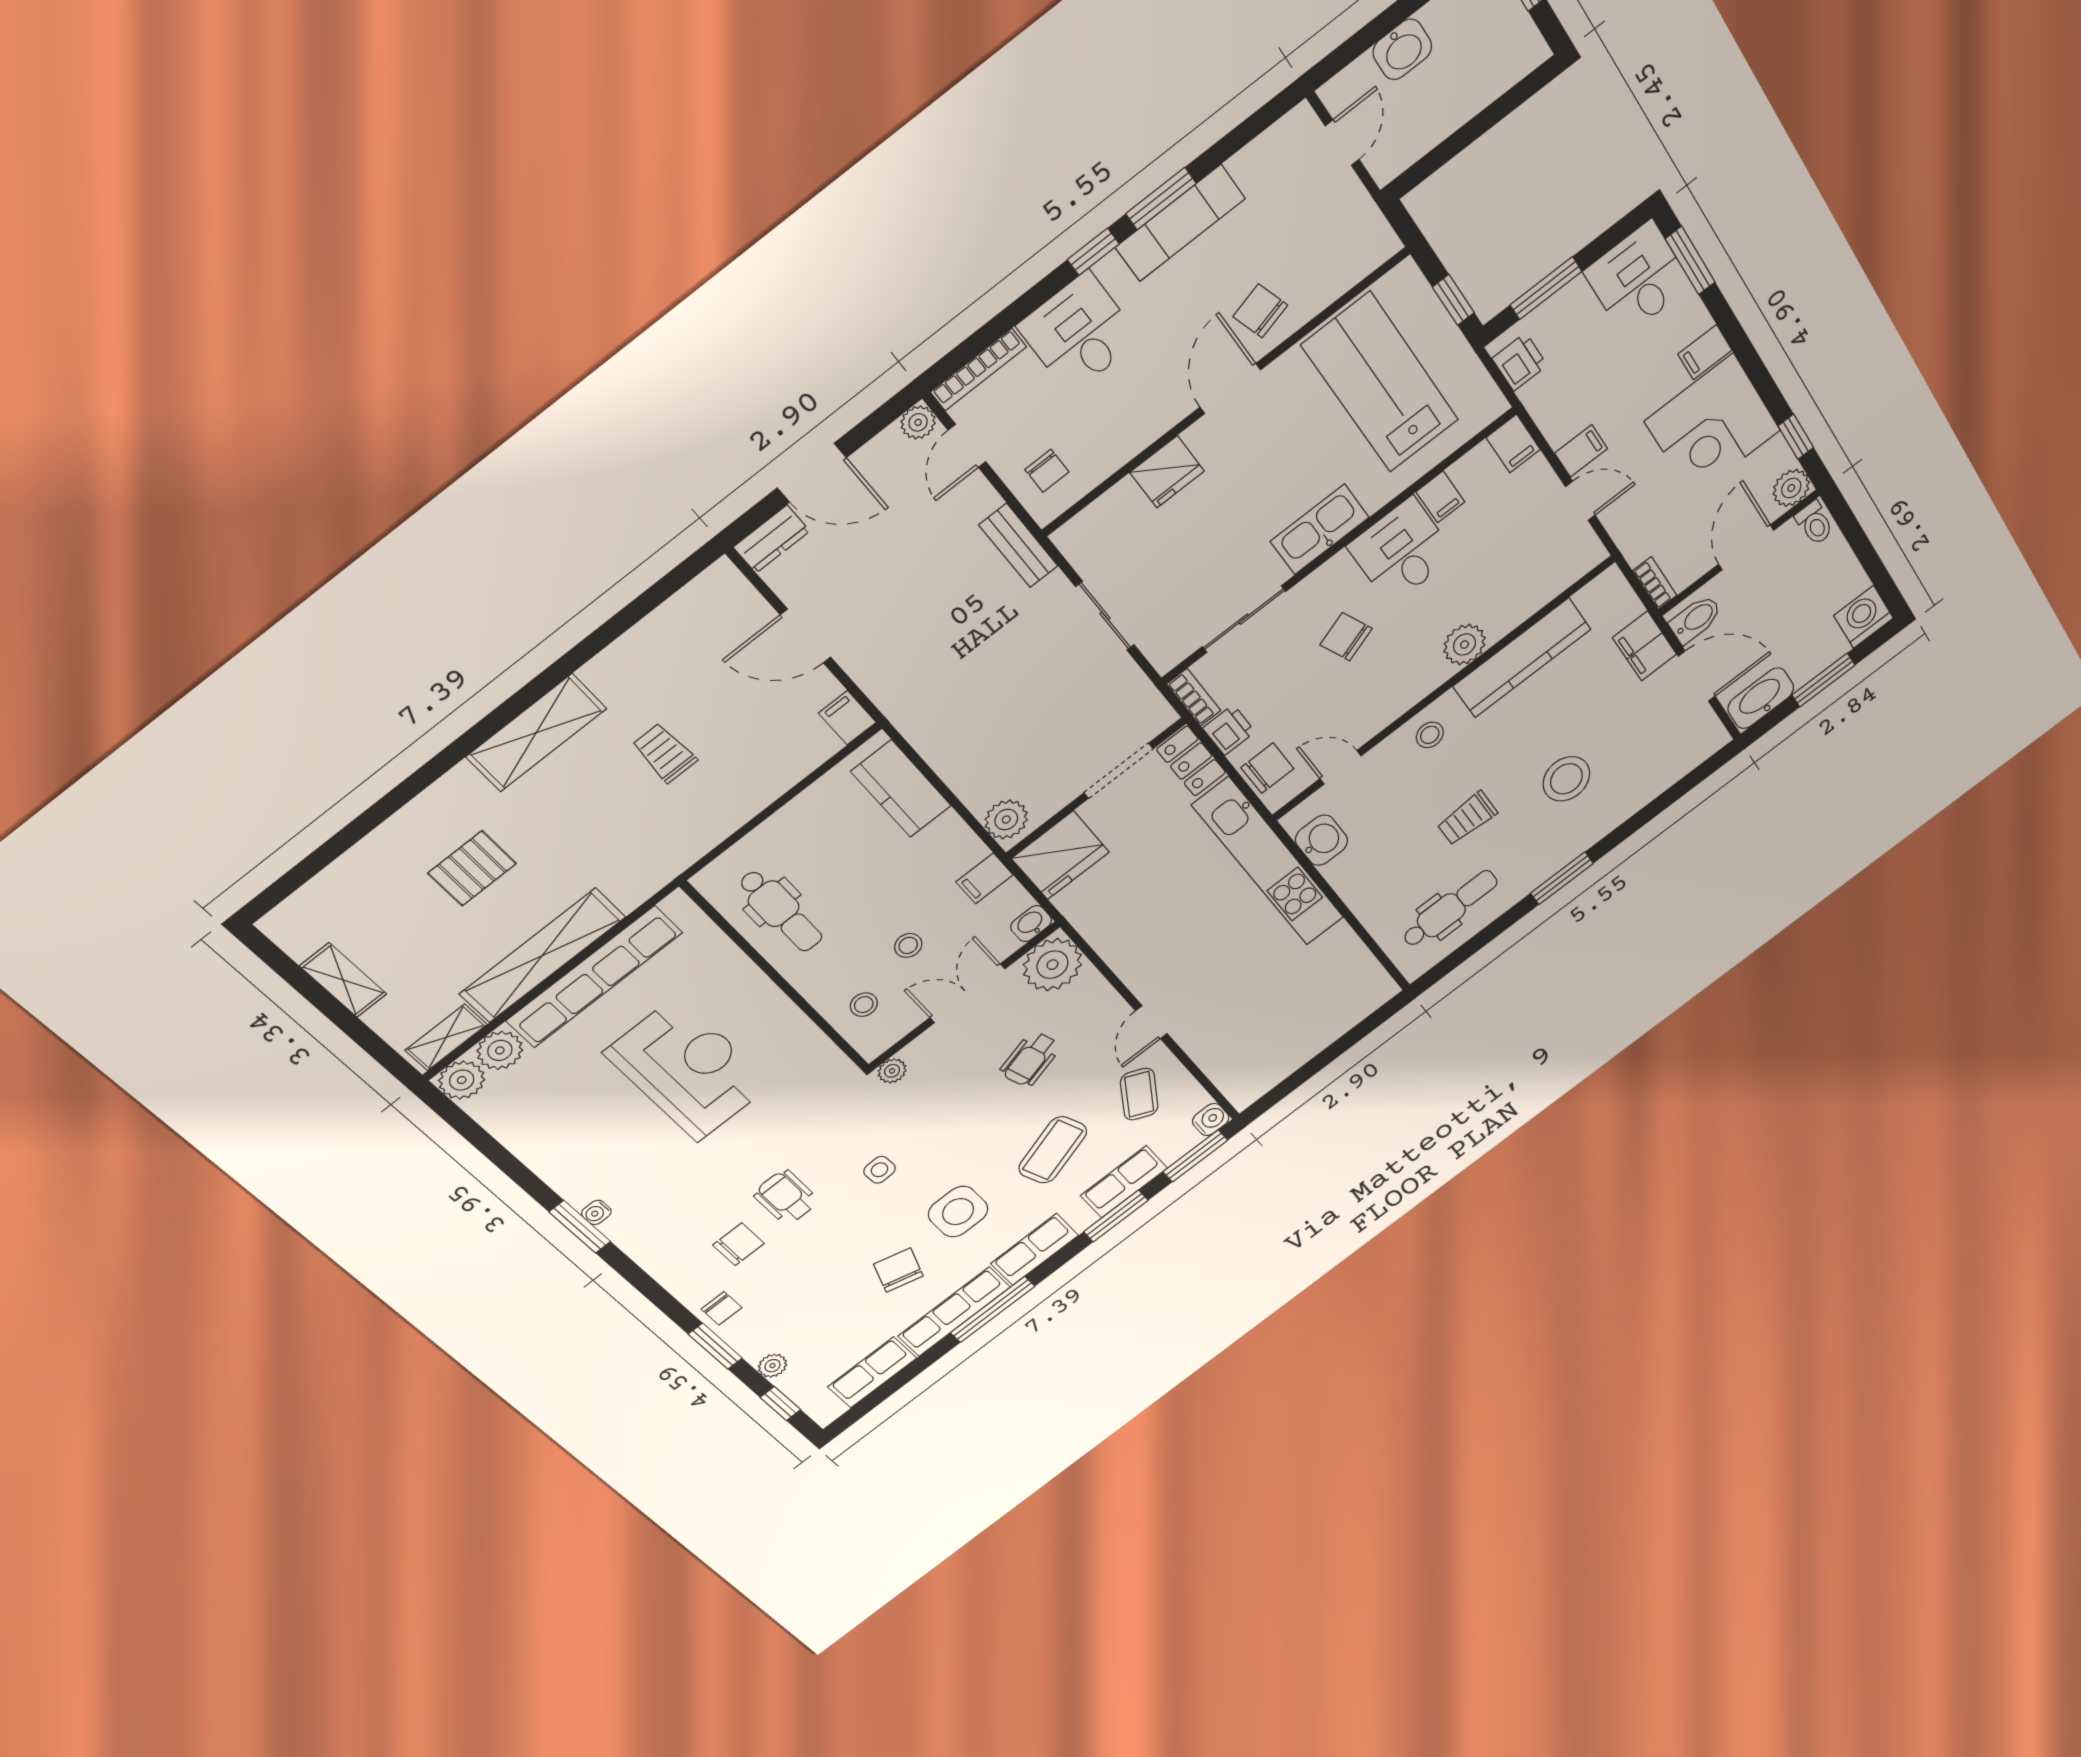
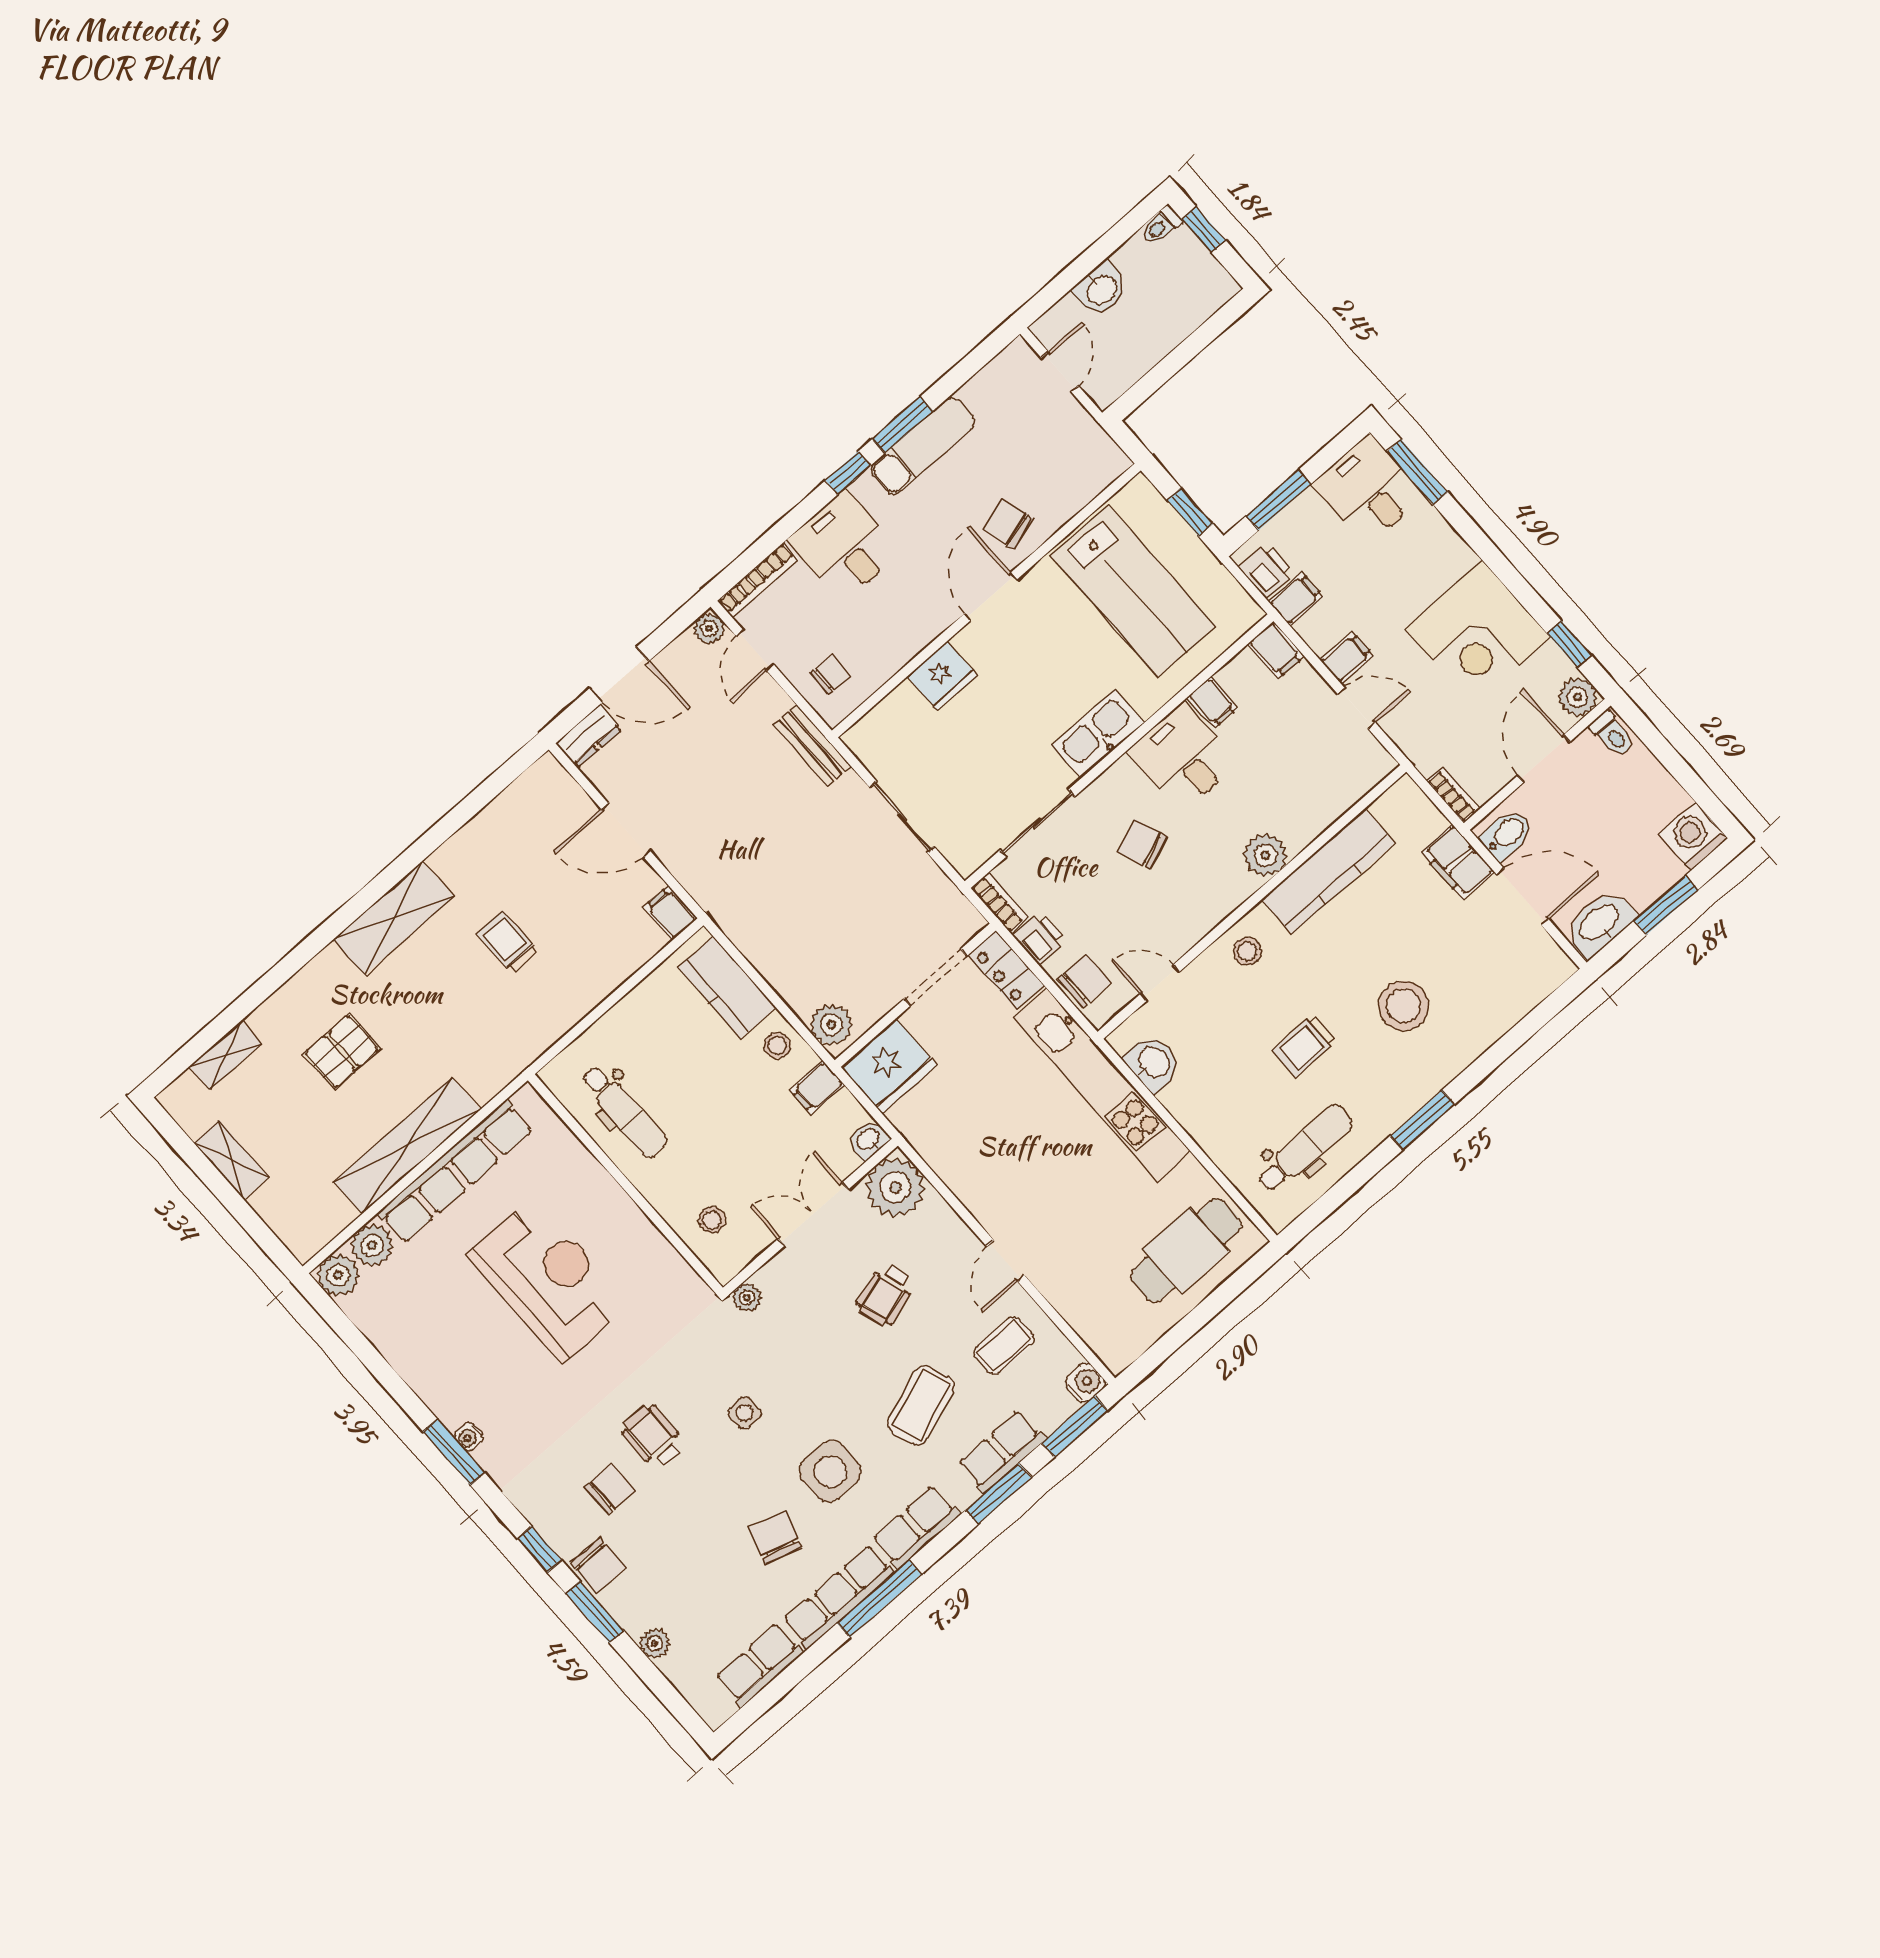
filing cabinet: (1705, 352) -> (1296, 599), moved, turned 180
lab bench: (1380, 383) -> (1133, 591), turned 180
chair: (1047, 471) -> (830, 674), turned -88
stool: (908, 945) -> (777, 1045), moved
cafe table: (1324, 1002) -> (1186, 1250), added
shelving: (446, 1037) -> (226, 1055), moved
coffee table: (1139, 1094) -> (1004, 1346), turned 62
chair: (722, 1308) -> (598, 1566), width x1.37, depth x1.37
window: (780, 1404) -> (540, 1549), moved

